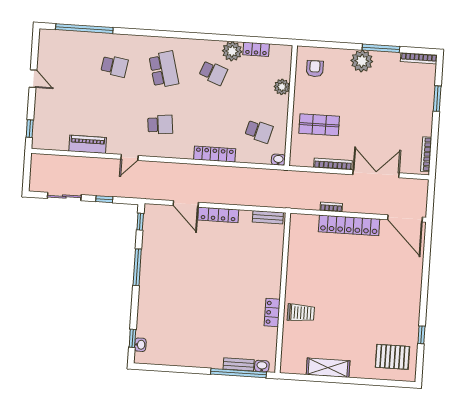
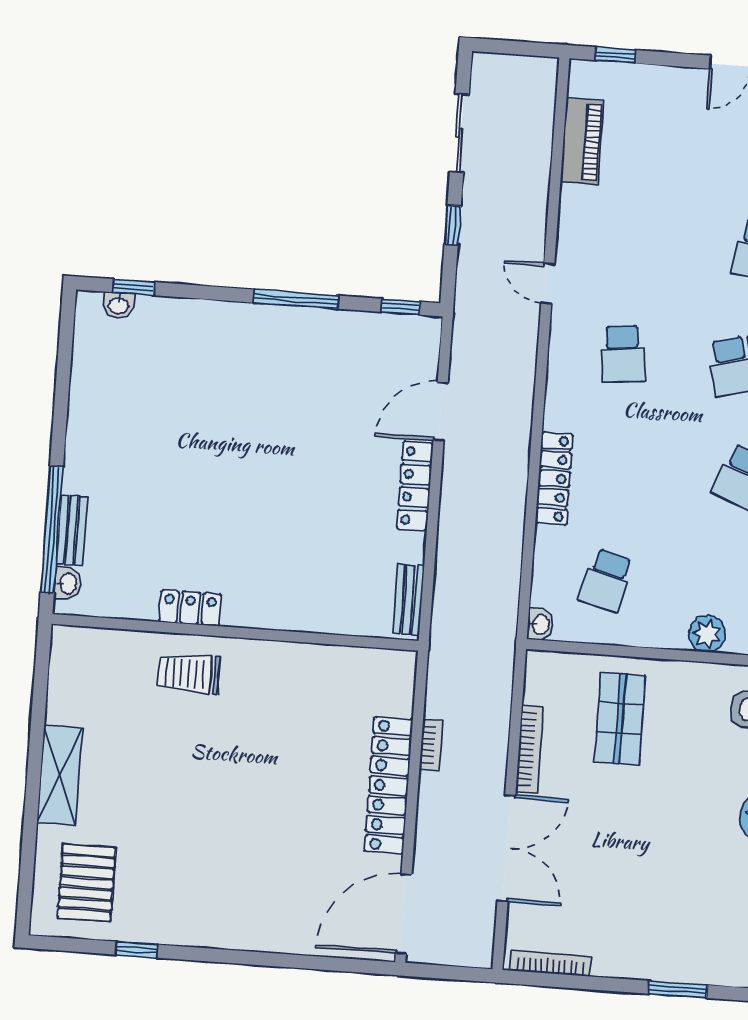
piano: (88, 144) -> (582, 141), moved
trolley: (301, 313) -> (189, 674), turned 90
shelving: (328, 368) -> (60, 775), moved

